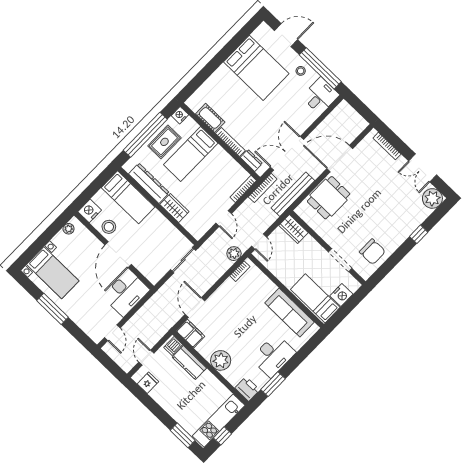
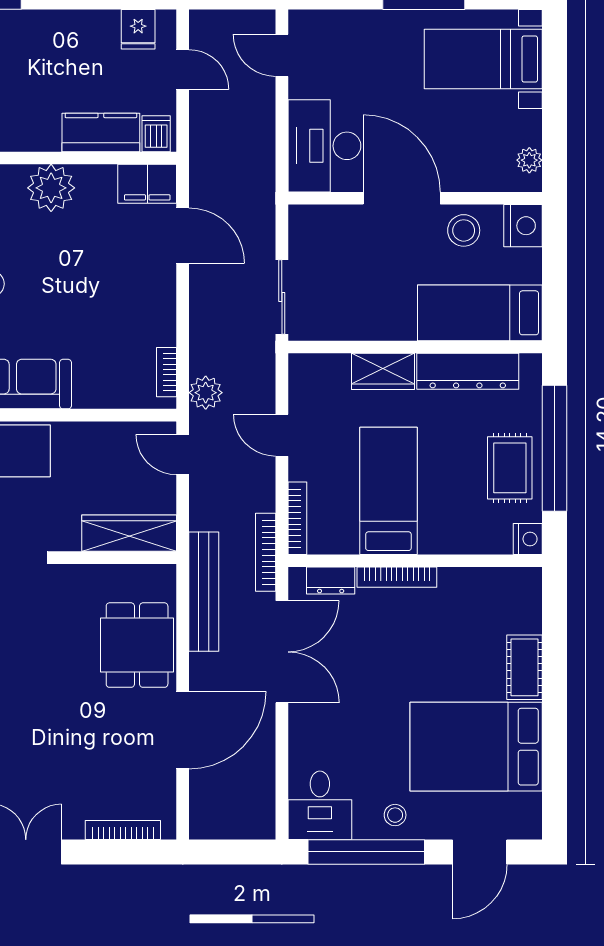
cot: (210, 118) -> (524, 667), moved, turned 90
bed: (191, 154) -> (388, 491), moved
wardrobe: (293, 229) -> (129, 533), width x1.50

